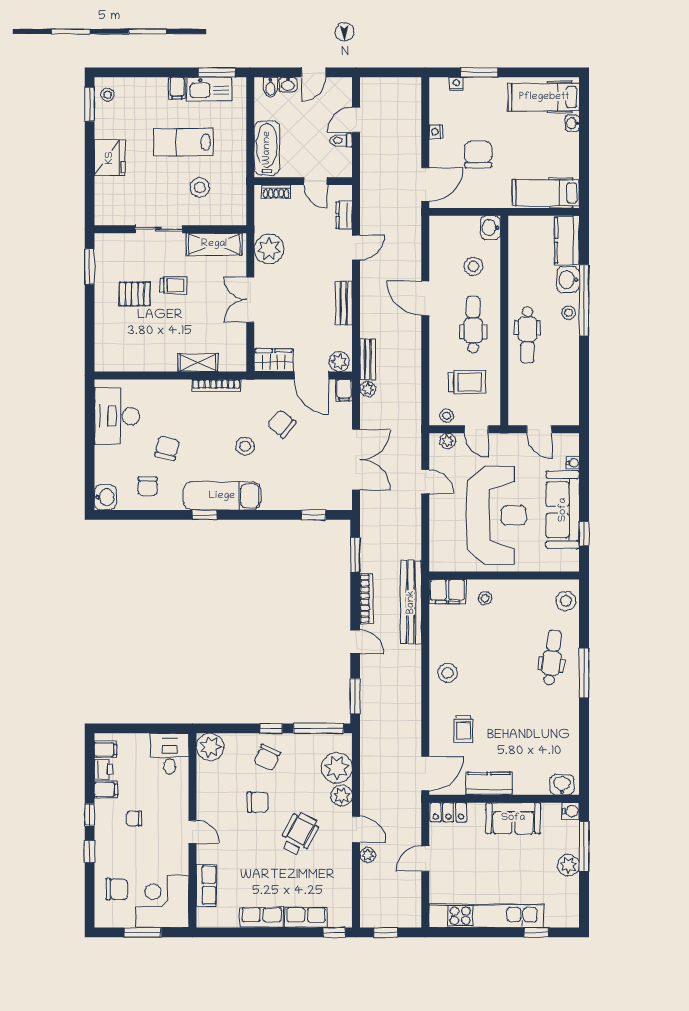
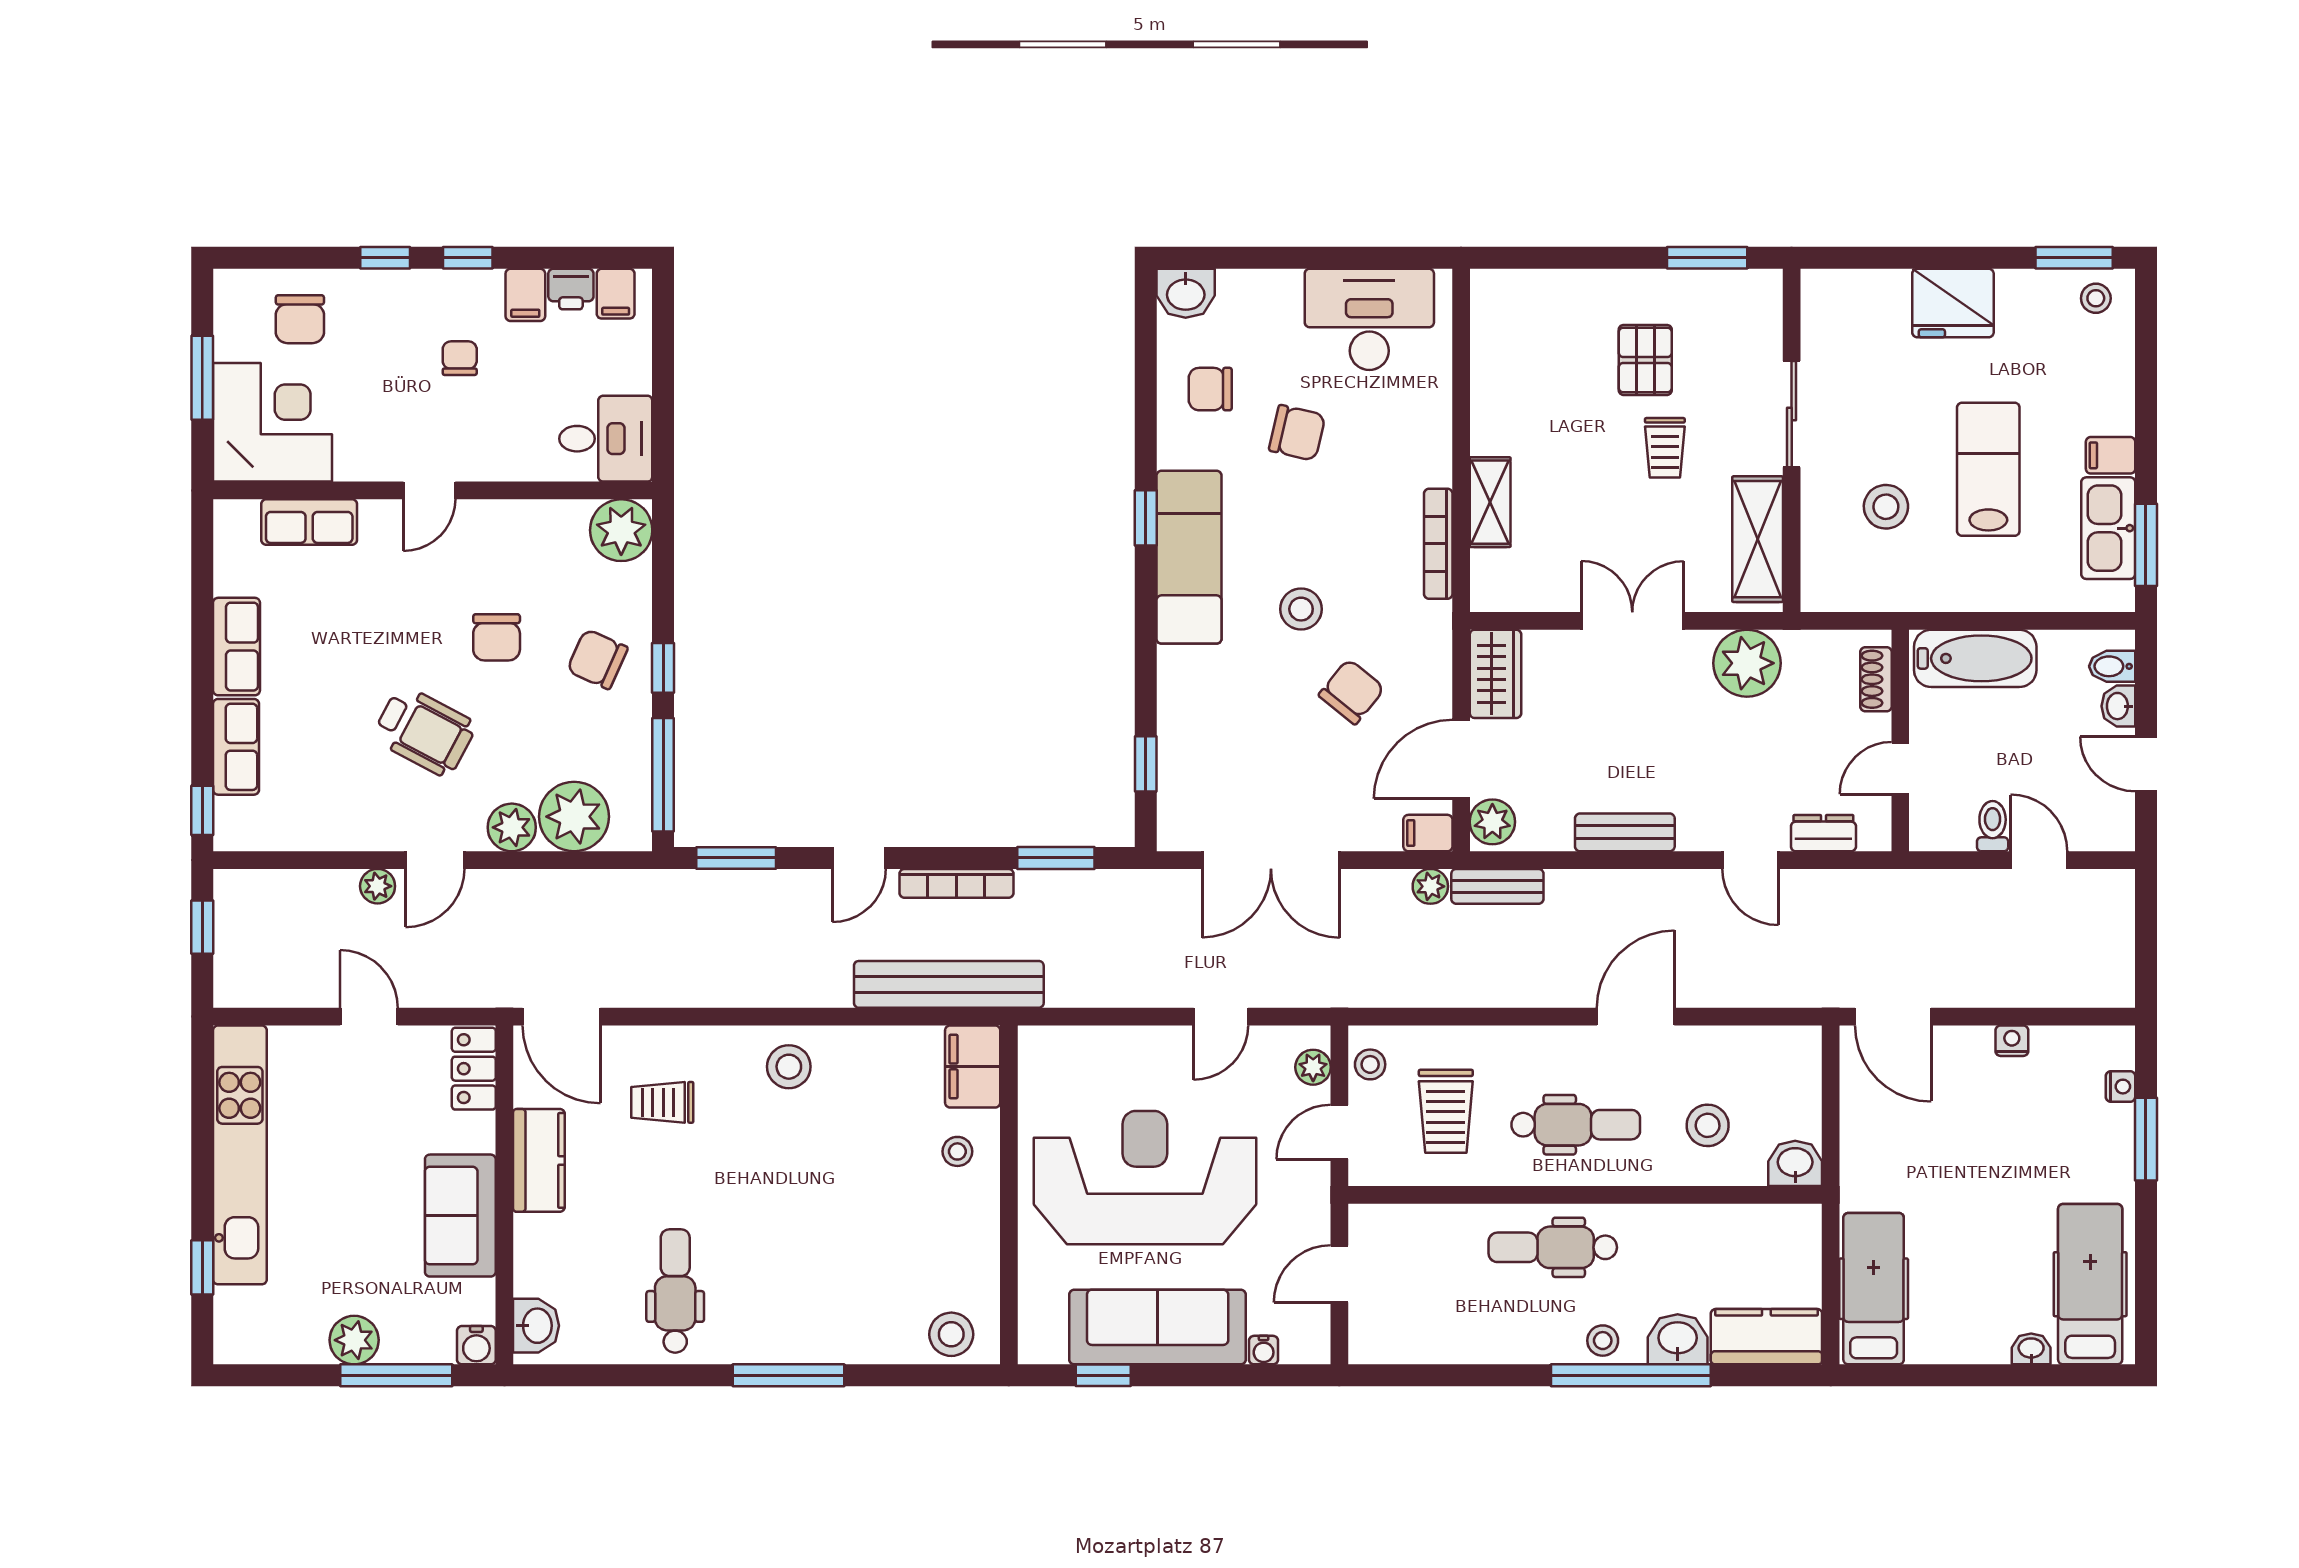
chair: (478, 154) -> (1961, 1136), removed
reception desk: (497, 515) -> (1145, 1178), turned 180
dental chair: (552, 658) -> (675, 1291), moved, turned -97

